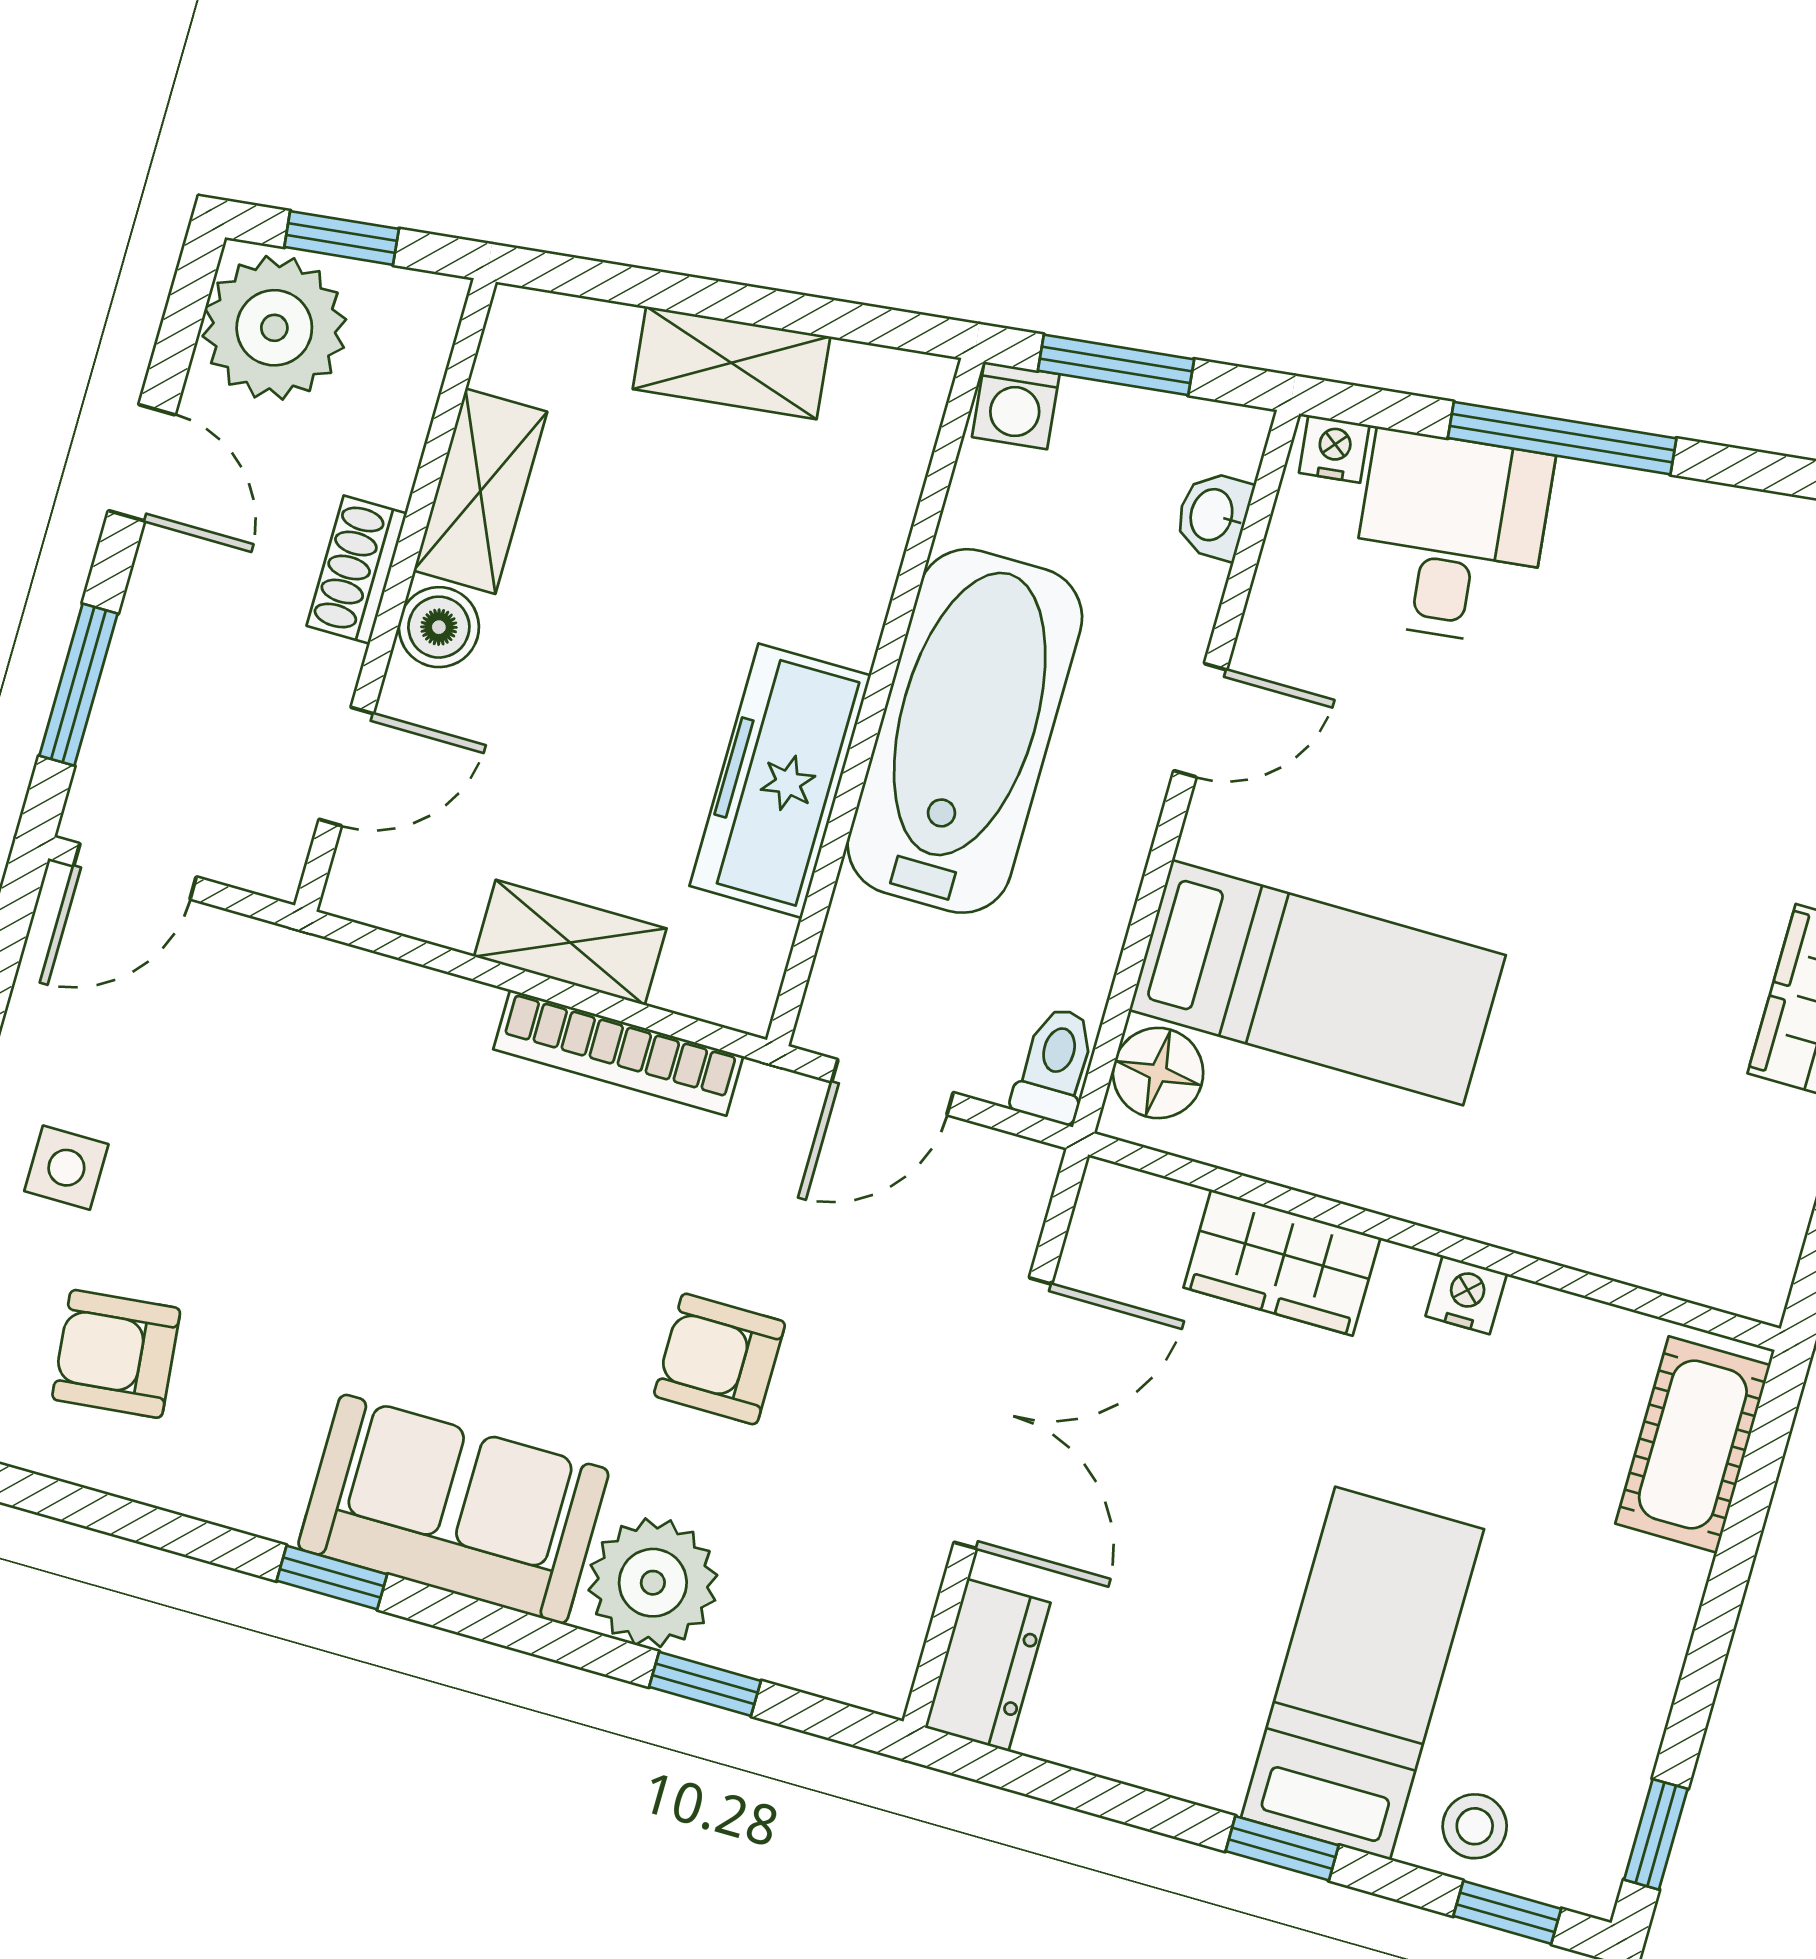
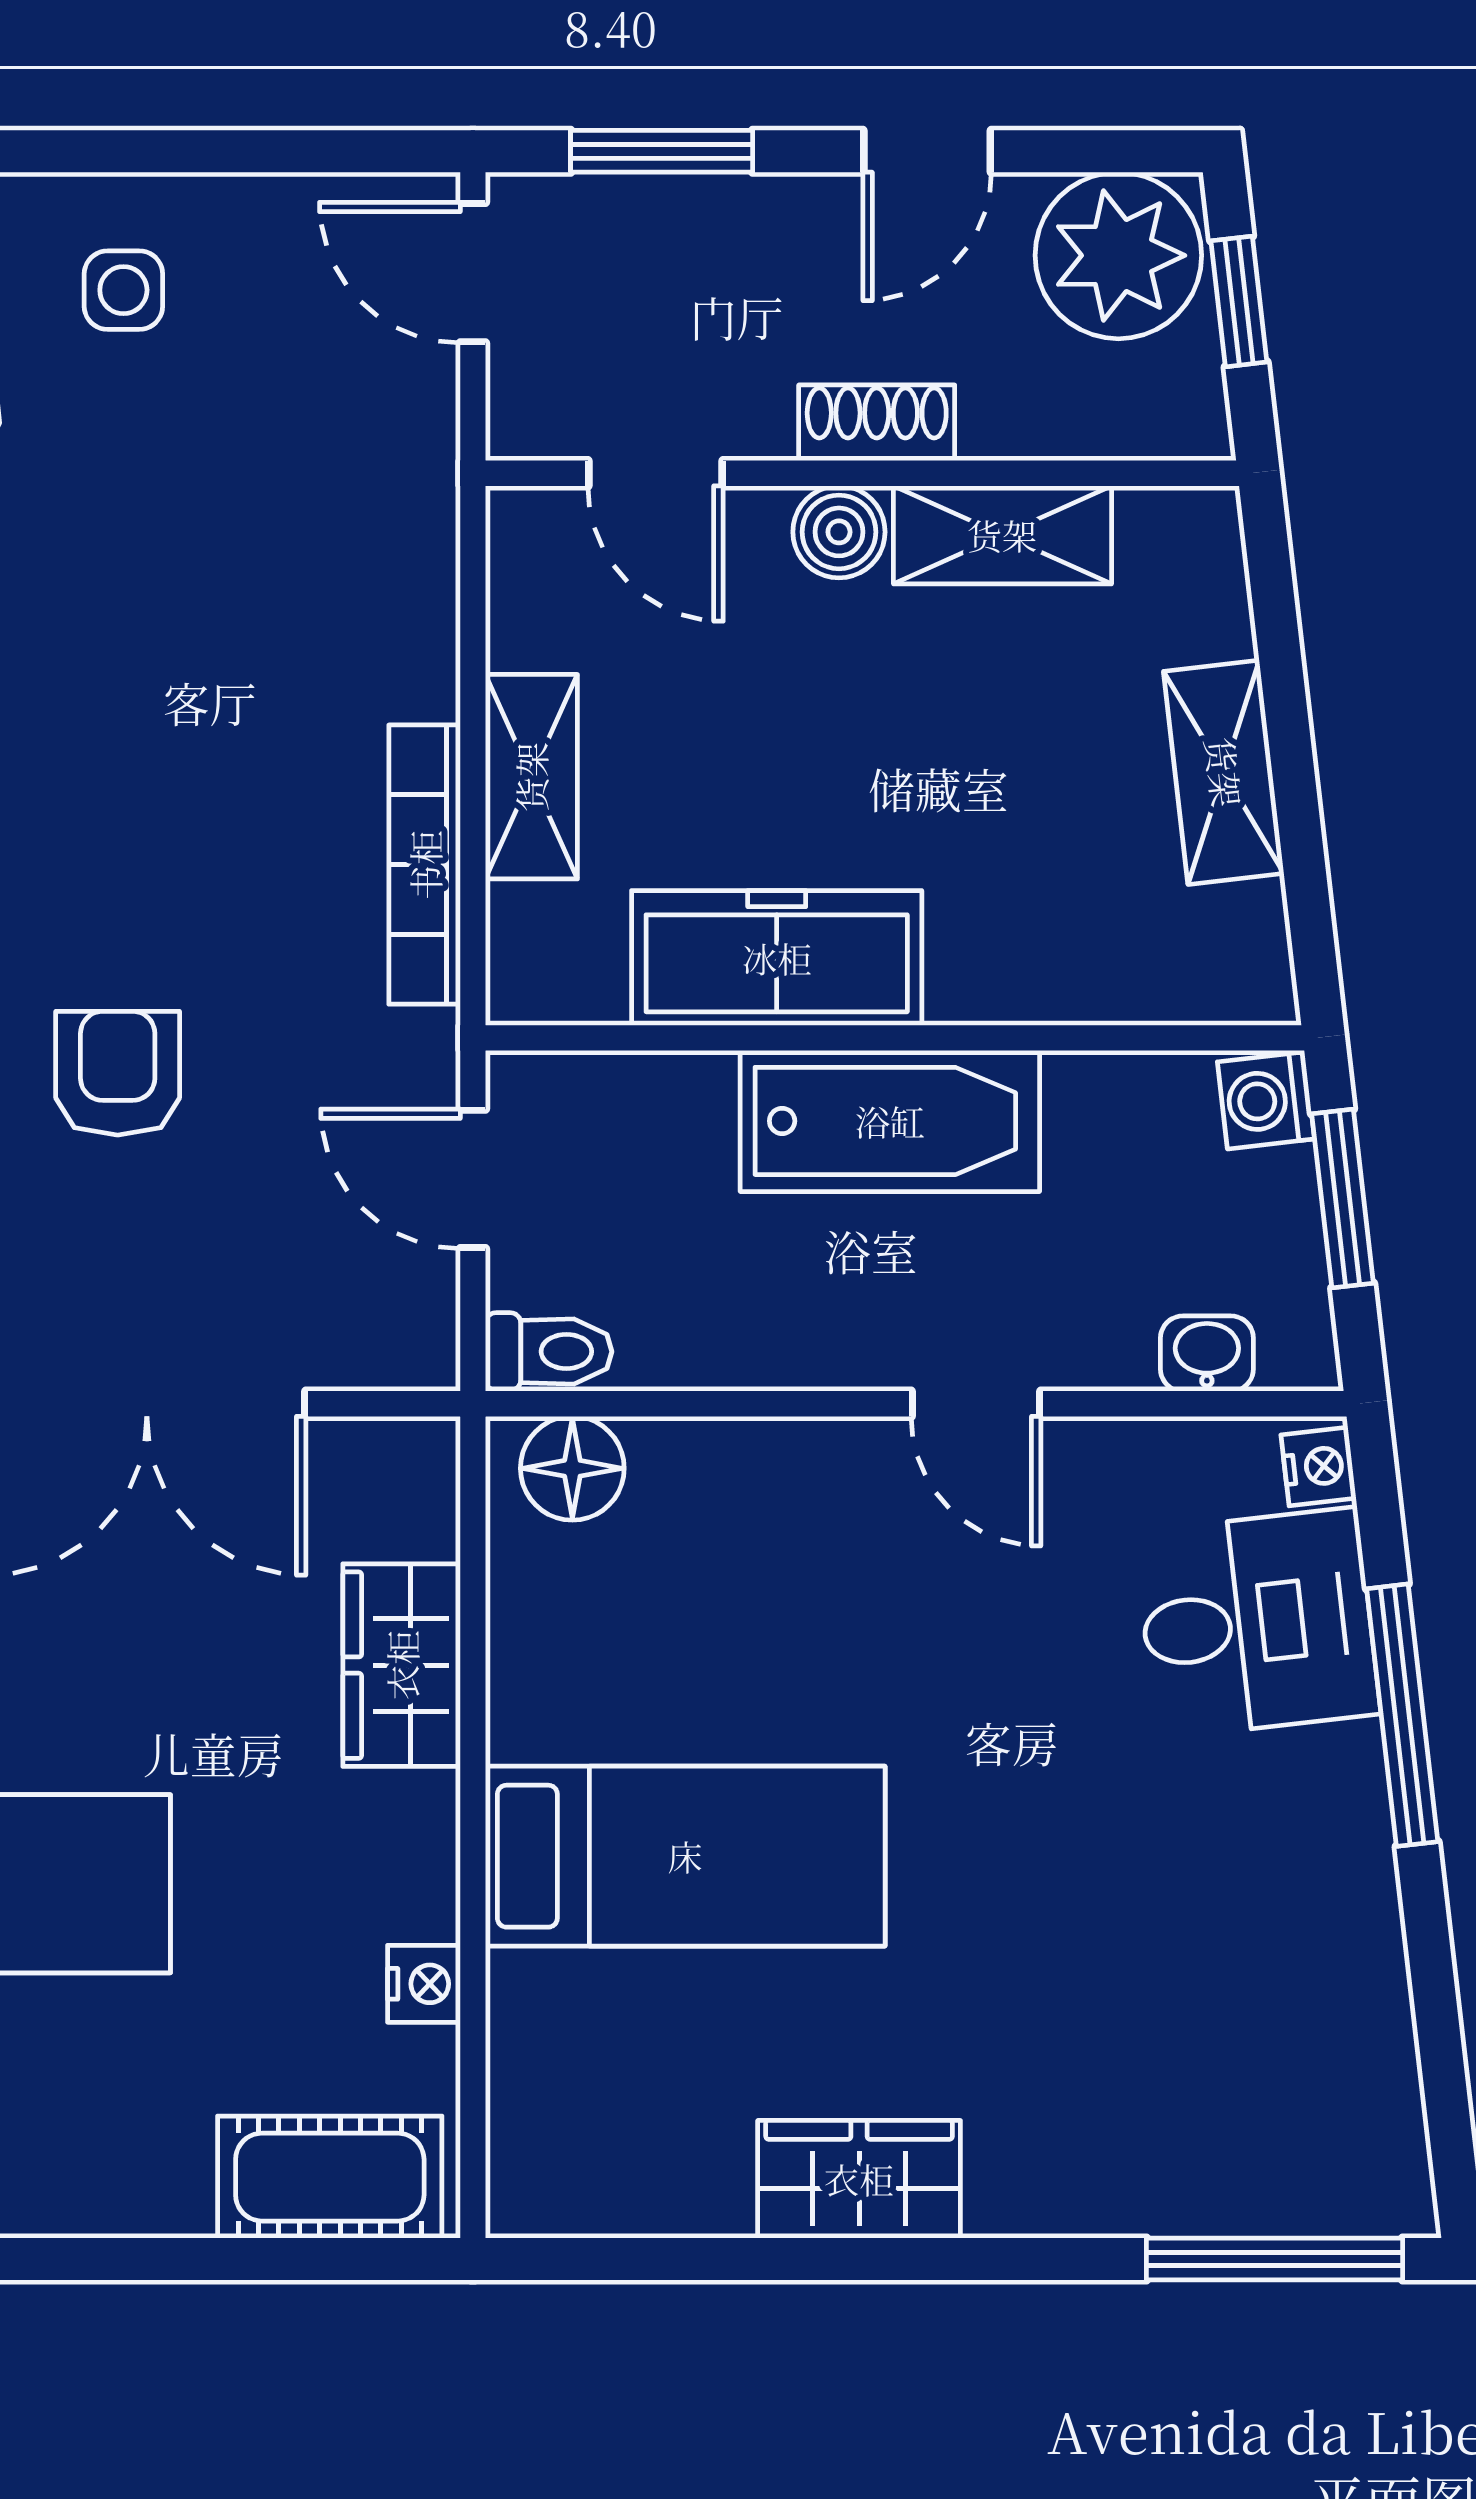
bathtub: (965, 731) -> (890, 1121), width x0.73, depth x0.73
bed: (1317, 983) -> (685, 1856), moved, turned -90
nightstand: (1466, 1295) -> (424, 1984), moved

